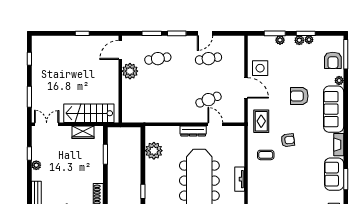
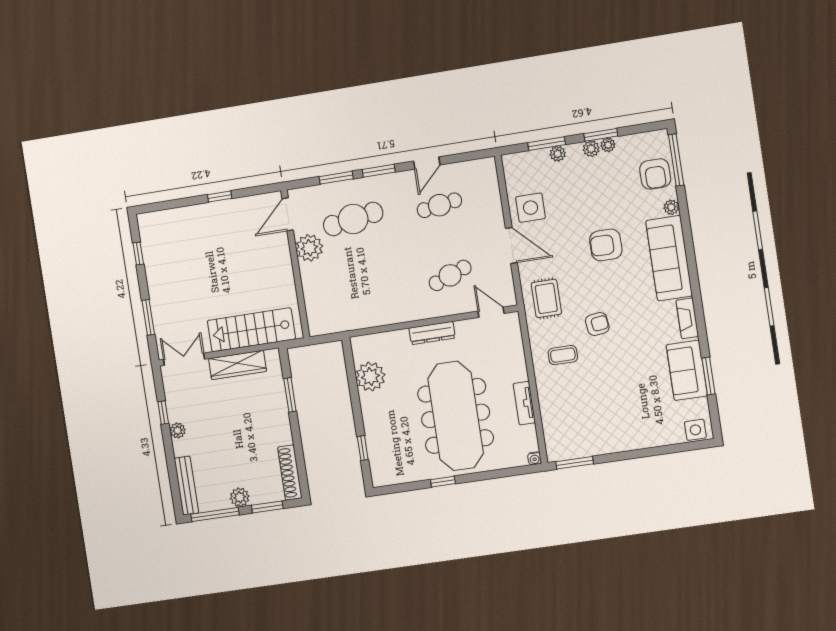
cafe table: (158, 59) -> (353, 219), width x1.37, depth x1.35
door: (215, 124) -> (491, 312), moved
wardrobe: (83, 132) -> (237, 365), width x1.50

